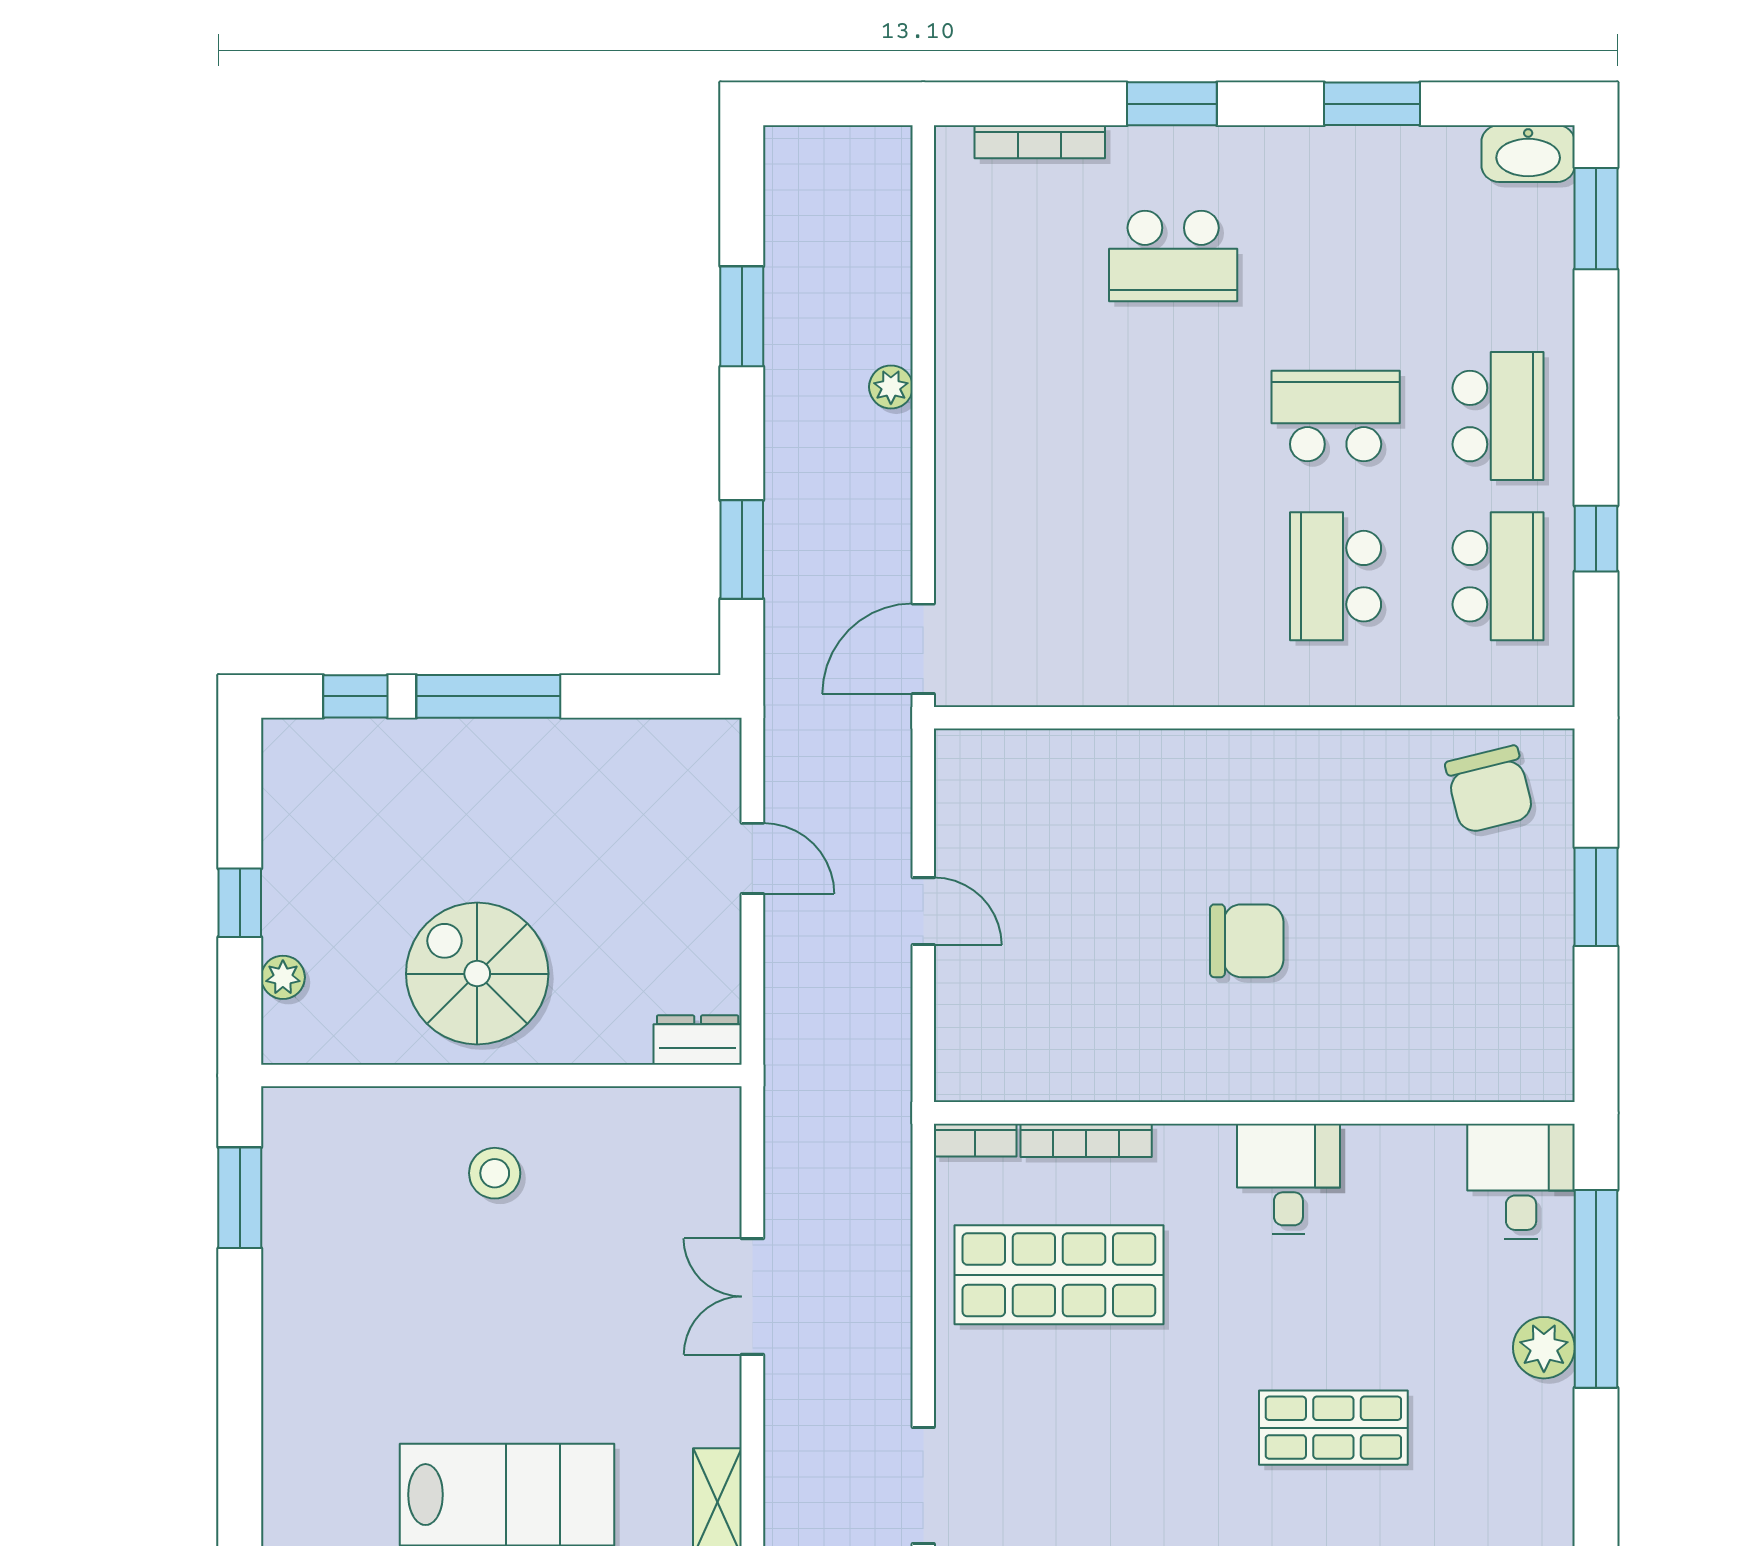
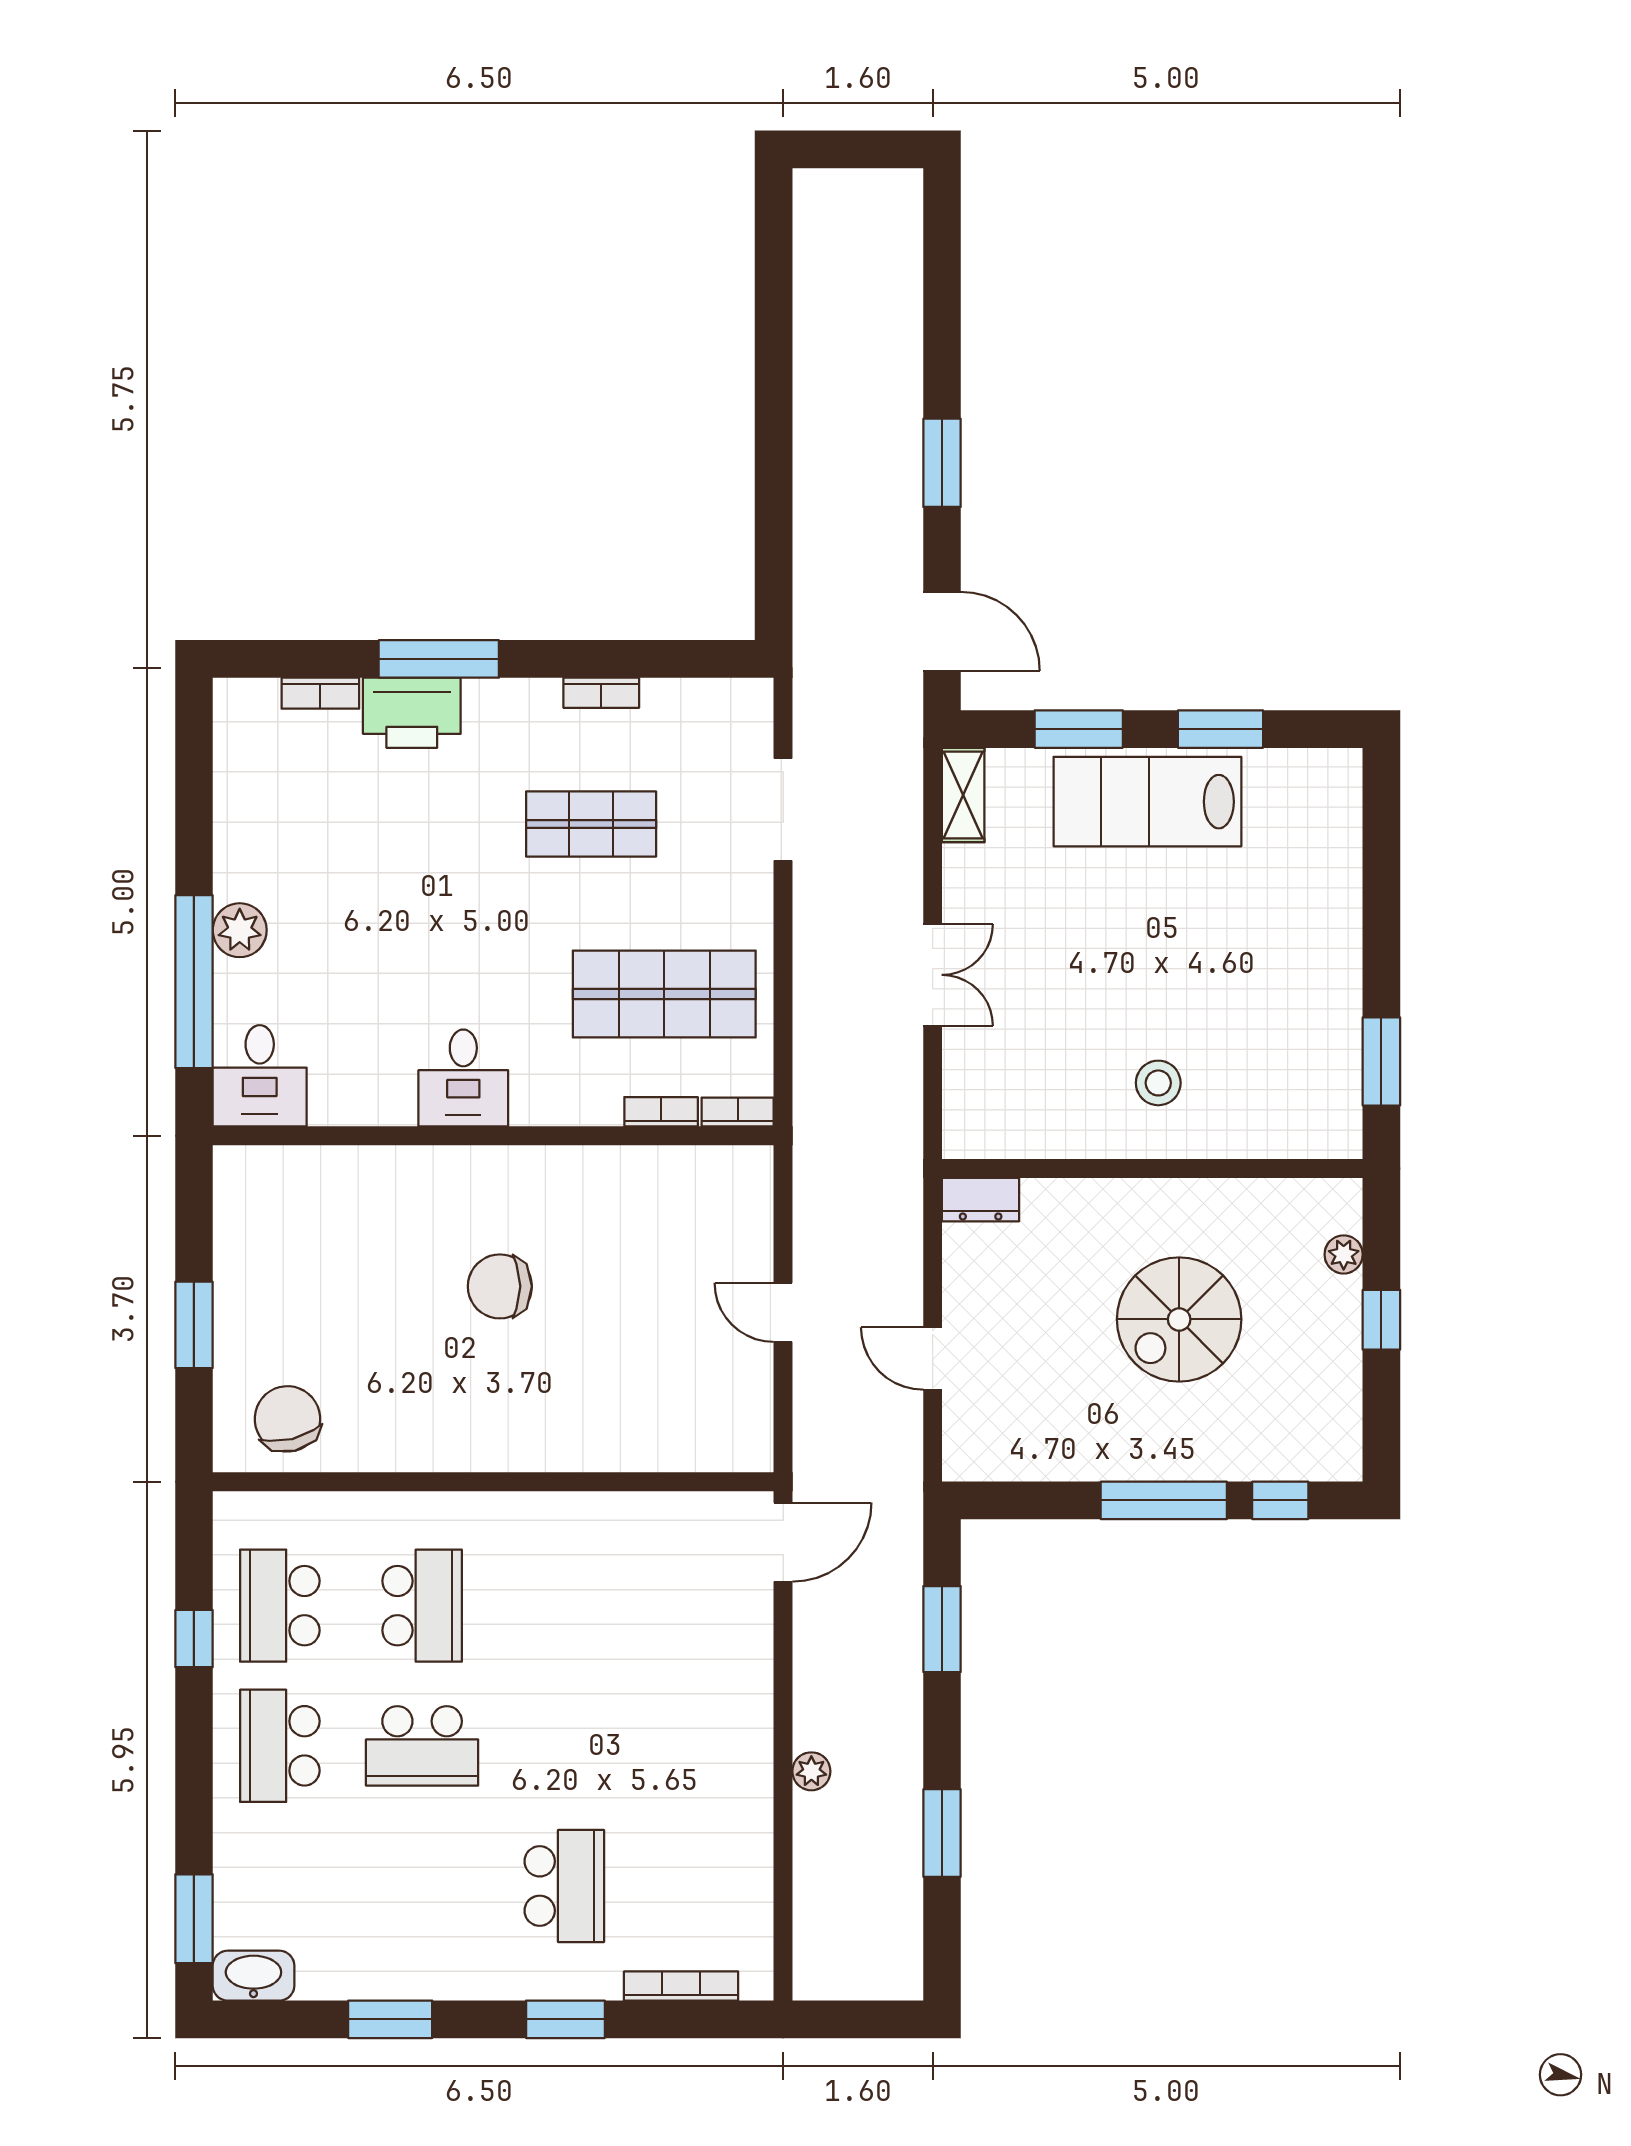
school desk: (1173, 256) -> (564, 1886), turned 90
spiral stairs: (477, 974) -> (1179, 1319), moved, turned 90
bookcase: (1086, 1140) -> (661, 1112), width x0.64
shop shelf: (1333, 1428) -> (591, 824), moved

